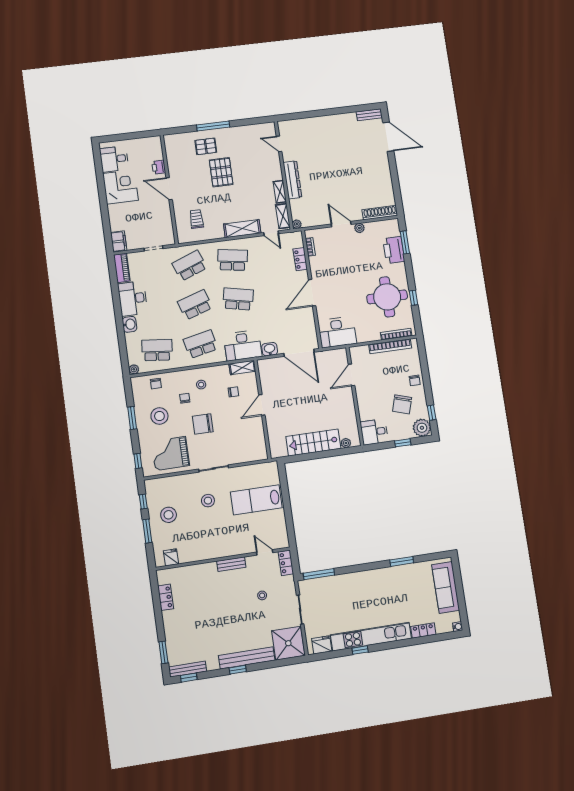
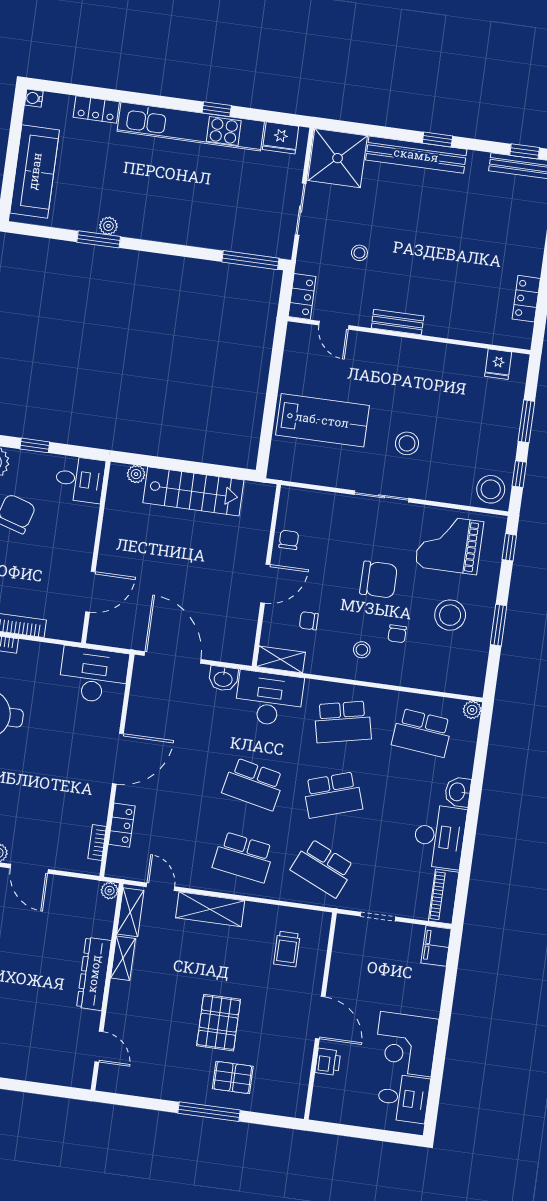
school desk: (190, 266) -> (323, 868), turned 45
chair: (156, 384) -> (289, 540), moved
grand piano: (170, 453) -> (449, 544), turned 180
stool: (169, 515) -> (491, 489), moved
plant: (399, 570) -> (108, 226), added

